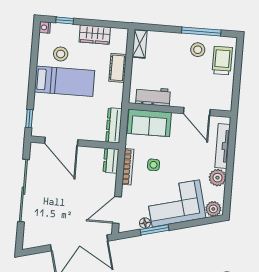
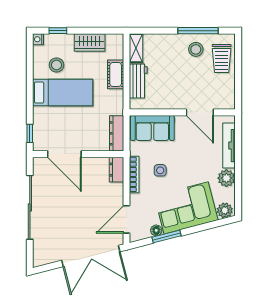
trolley: (222, 61) -> (222, 58), turned 180
workbench: (153, 96) -> (138, 81), moved, turned 90

